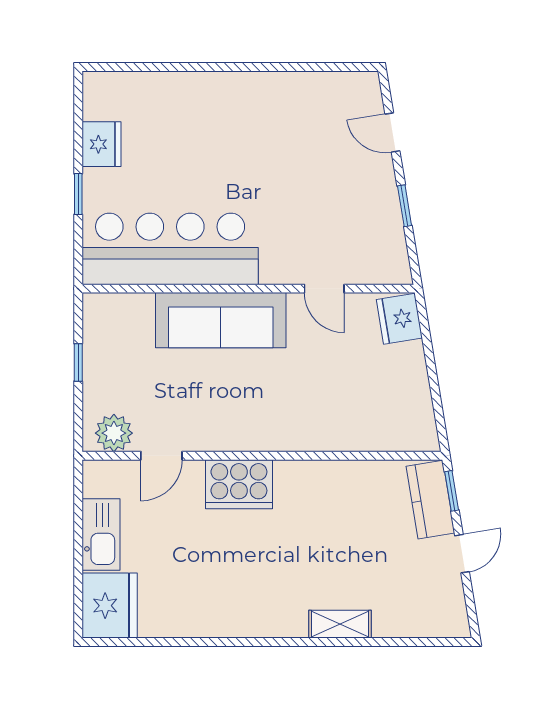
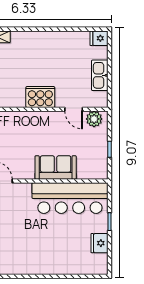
sofa: (221, 320) -> (56, 167), width x0.73
door: (161, 456) -> (74, 109), swing flipped
fridge: (110, 606) -> (99, 38), width x0.53, depth x0.75

